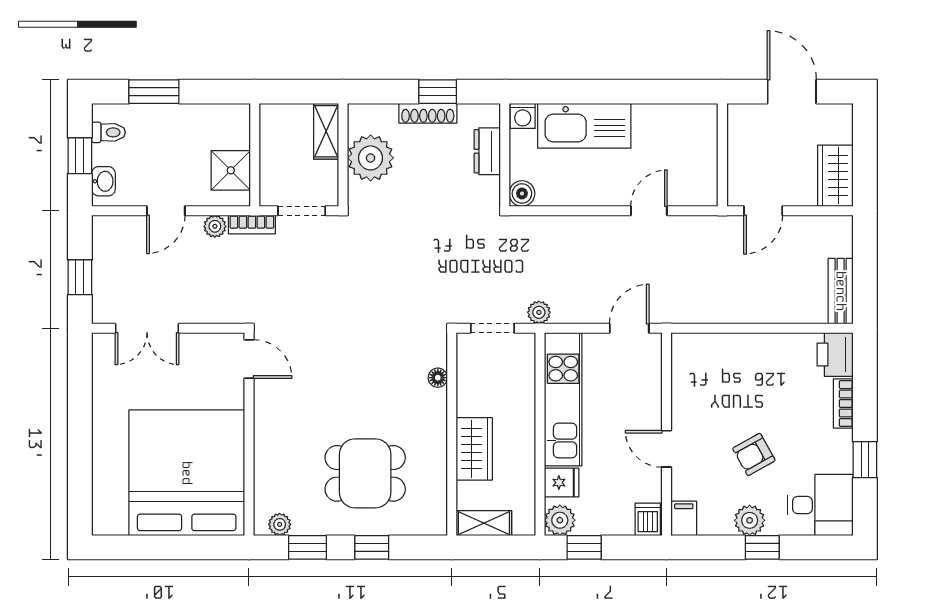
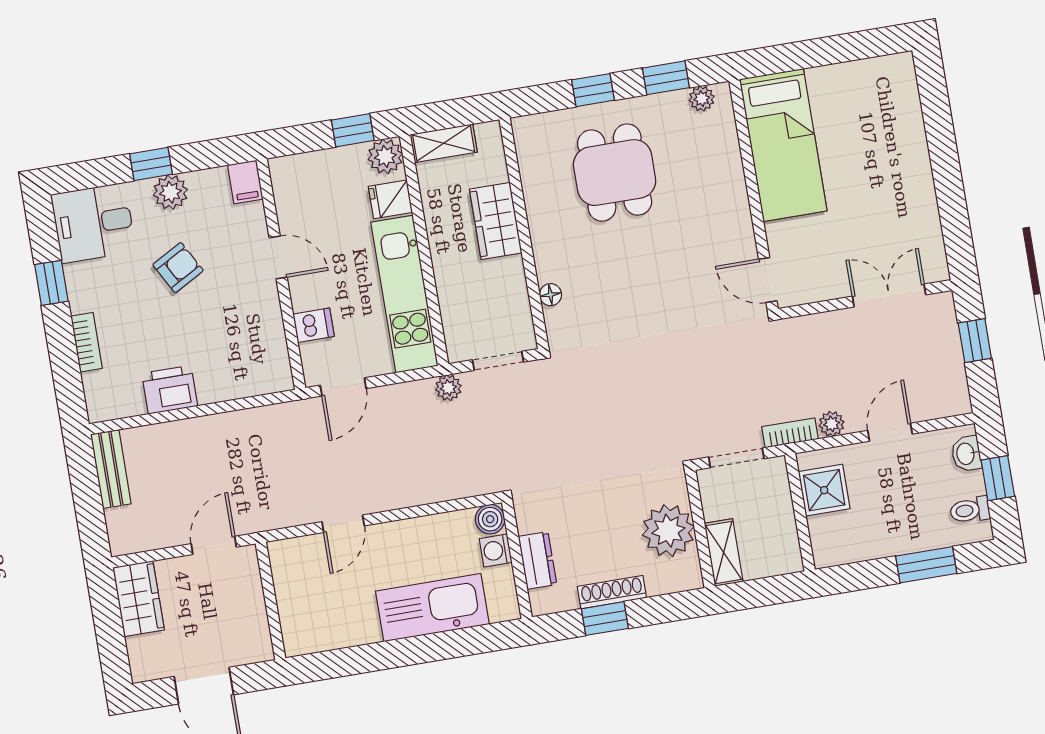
washing machine: (523, 116) -> (496, 550), moved, turned -90
printer: (835, 355) -> (170, 390), moved, turned -90
bed: (187, 473) -> (783, 145), width x0.49
dining table: (365, 473) -> (615, 173), turned 90
dishwasher: (648, 519) -> (314, 325), moved, turned -90
shelving: (484, 523) -> (444, 143), moved

